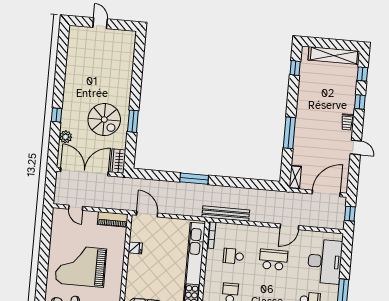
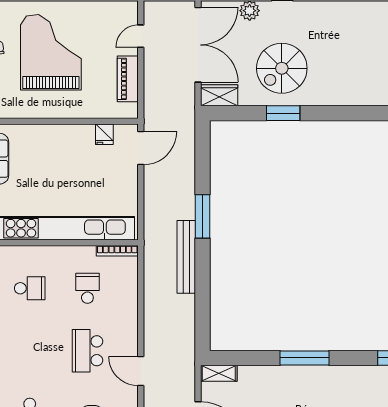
window: (289, 133) -> (305, 358), moved
bench: (226, 214) -> (186, 257), moved
piano: (113, 219) -> (128, 79), moved
fridge: (135, 248) -> (104, 134), moved
school desk: (273, 260) -> (87, 351), turned 180

